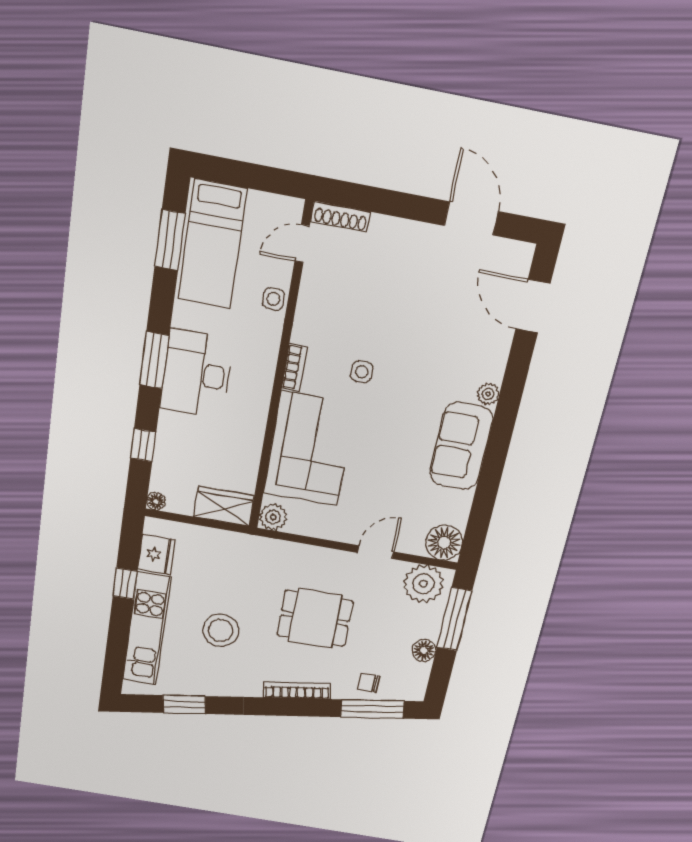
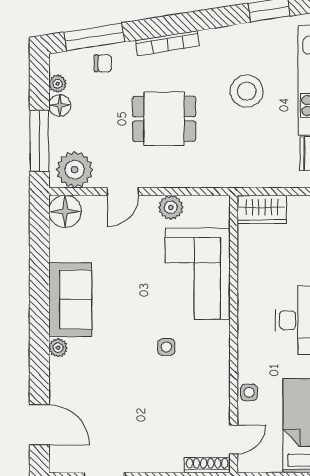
bookcase: (294, 368) -> (223, 340), removed
plant: (273, 517) -> (171, 207), moved
plant: (421, 671) -> (58, 84), added

